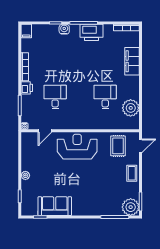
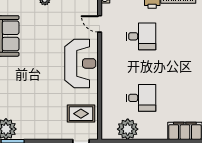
coffee table: (132, 173) -> (47, 130), removed

